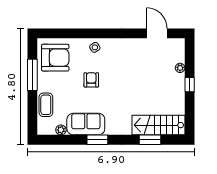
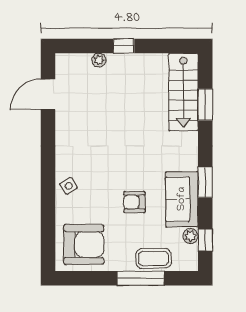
armchair: (55, 58) -> (84, 244), turned 90
window: (32, 75) -> (141, 278), moved
armchair: (91, 80) -> (134, 202), moved
window: (58, 140) -> (205, 240), added

